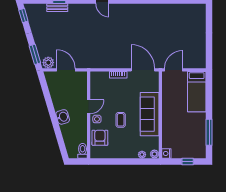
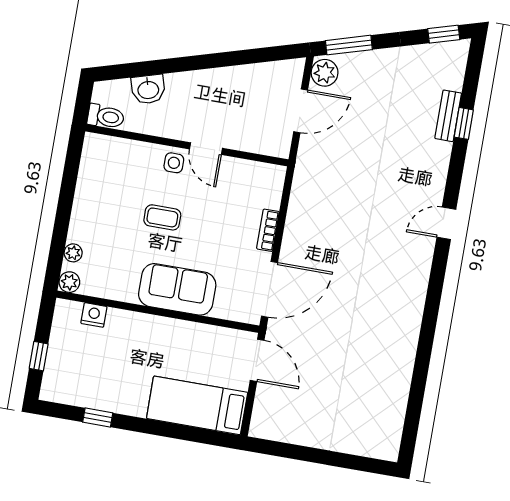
sofa: (150, 114) -> (177, 289), width x0.73
washbasin: (63, 117) -> (148, 89), moved
window: (209, 132) -> (98, 418), width x0.46
armchair: (100, 138) -> (129, 162), removed
nightstand: (166, 153) -> (94, 315), moved

